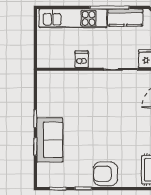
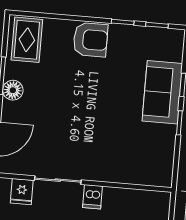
dishwasher: (82, 59) -> (93, 197), moved

